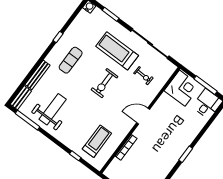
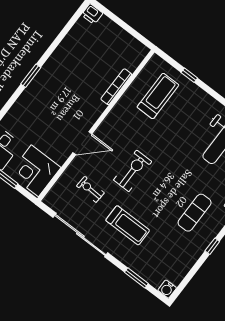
treadmill: (117, 51) -> (128, 225), width x0.73, depth x0.73
exercise bike: (104, 83) -> (133, 171), moved
door: (143, 116) -> (82, 143), moved
treadmill: (97, 141) -> (158, 96), turned 180

